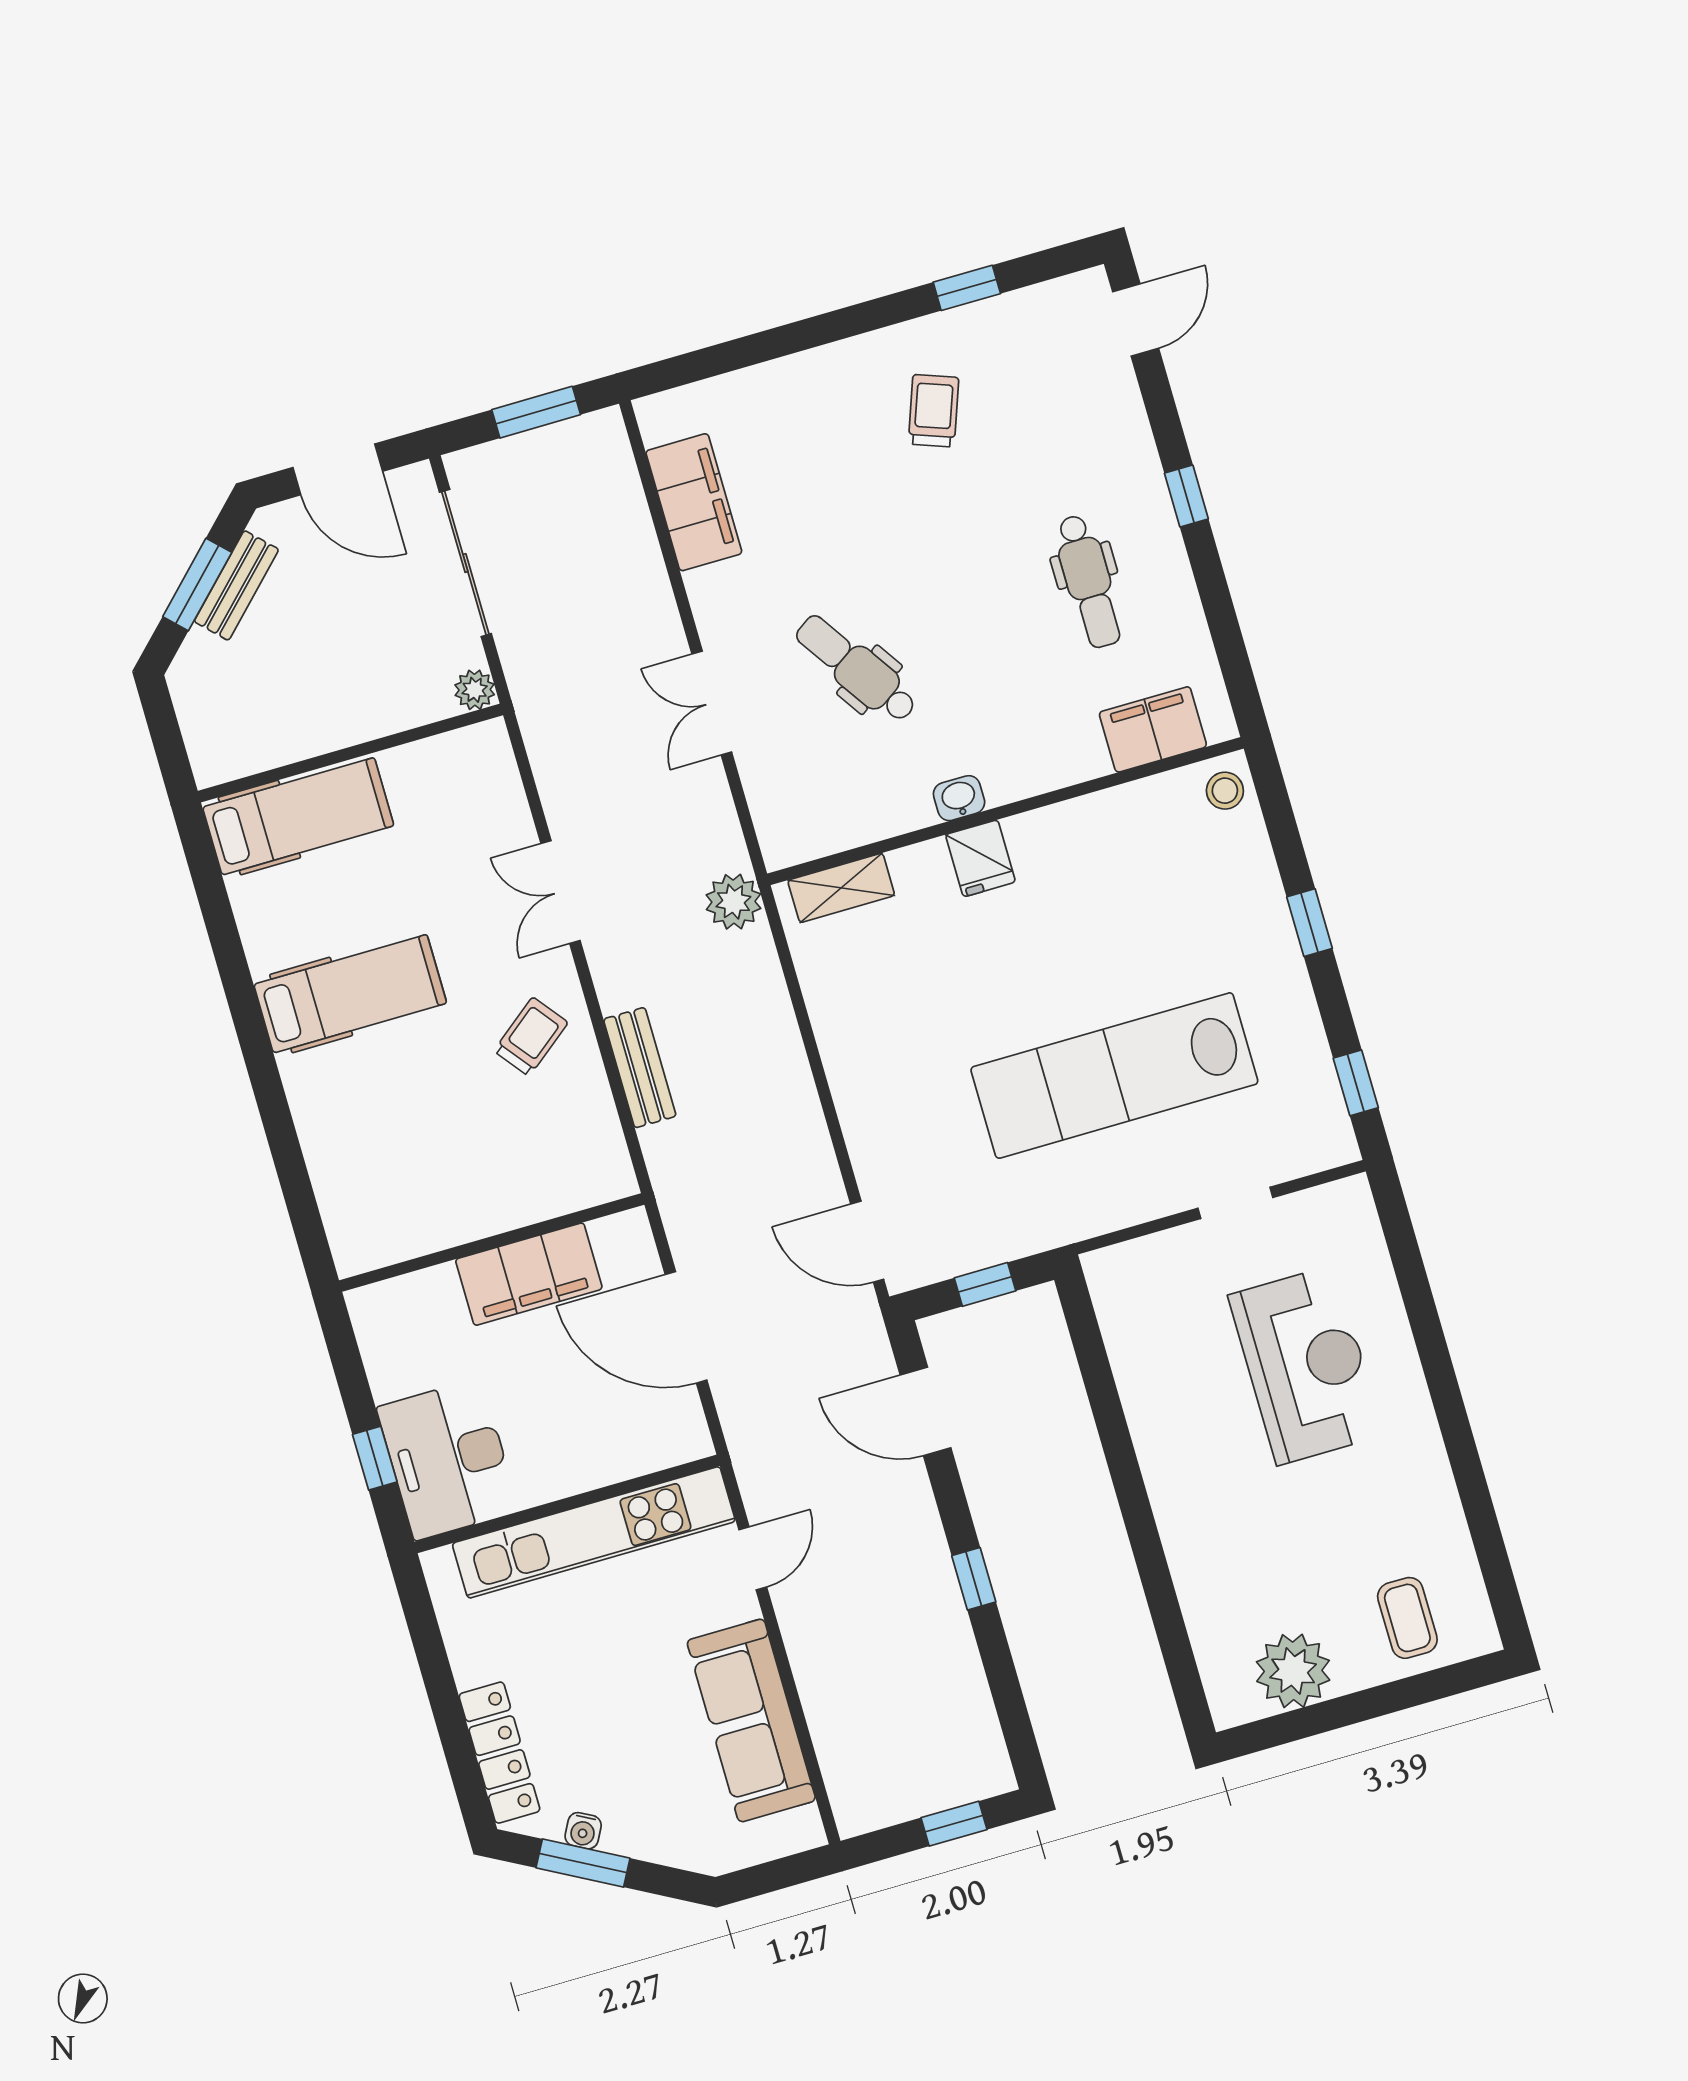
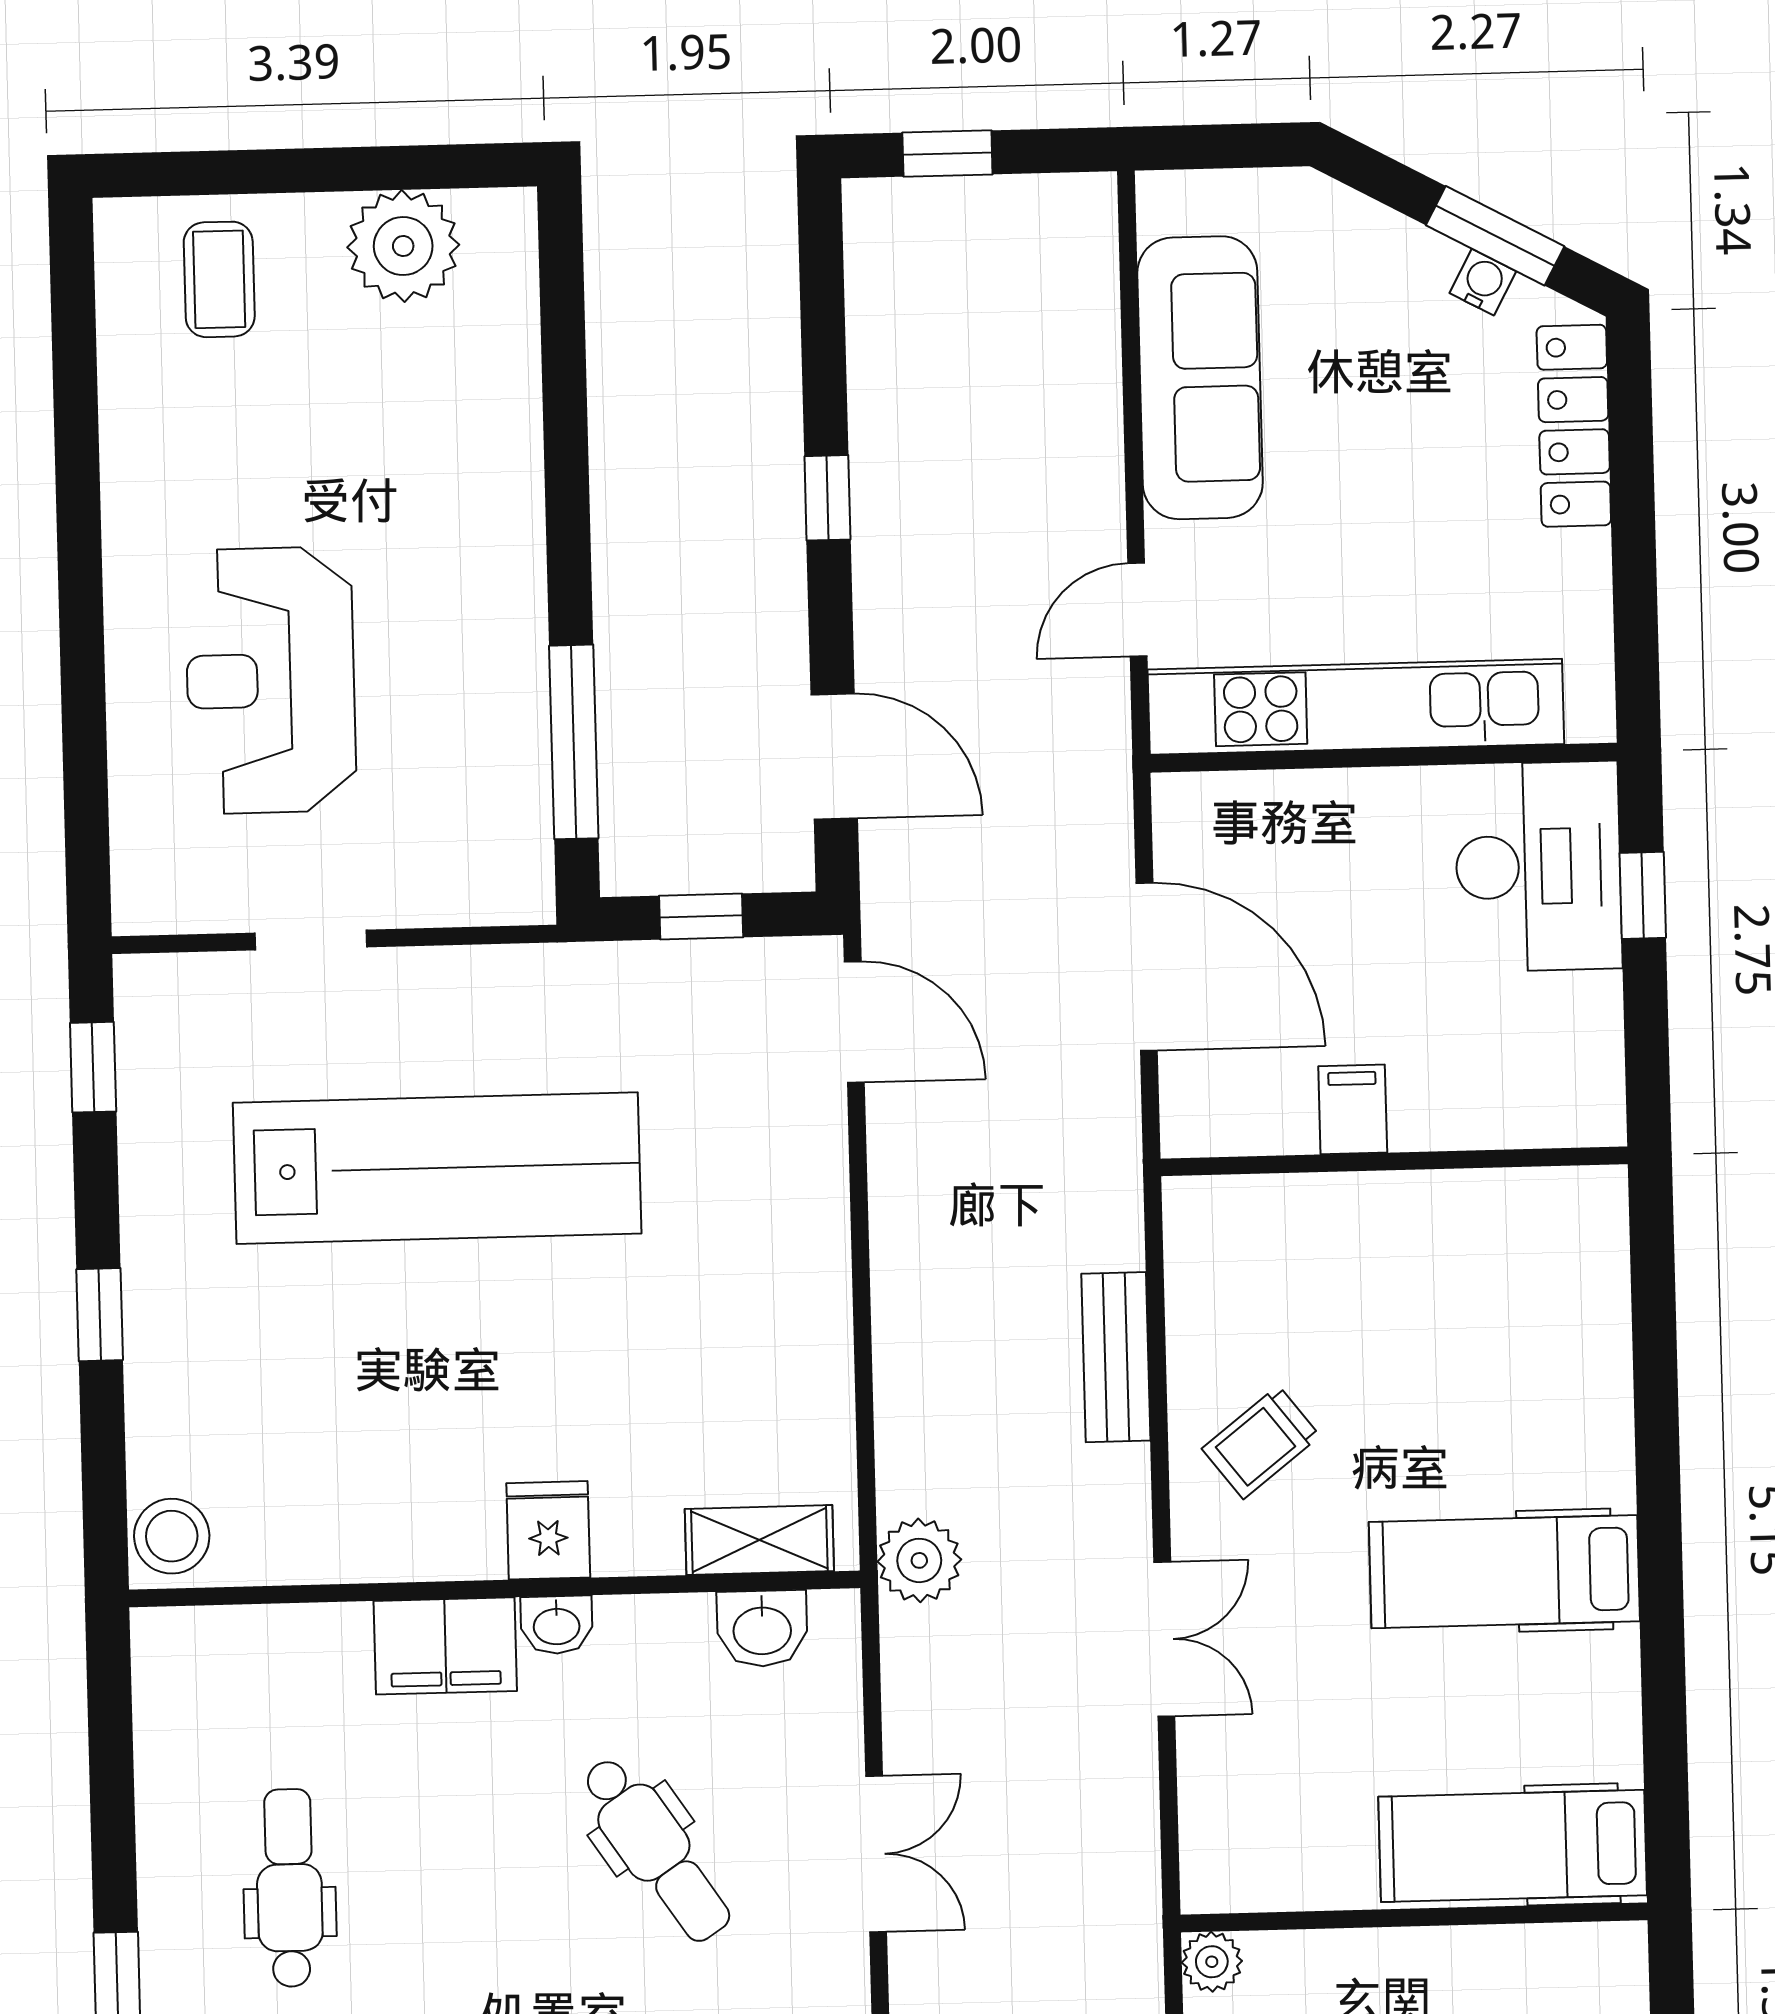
filing cabinet: (1153, 729) -> (445, 1646), moved
stool: (1225, 791) -> (172, 1536), width x1.37, depth x1.37
washbasin: (824, 831) -> (762, 1629), added
filing cabinet: (529, 1274) -> (1353, 1109), width x0.33, depth x0.86
window: (1098, 1377) -> (574, 742), added

